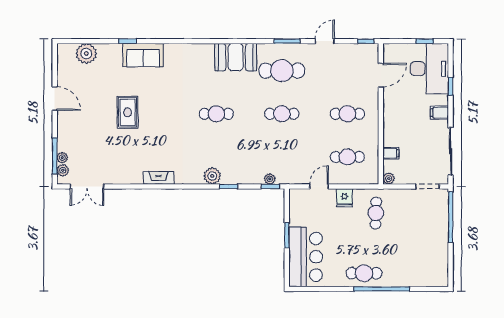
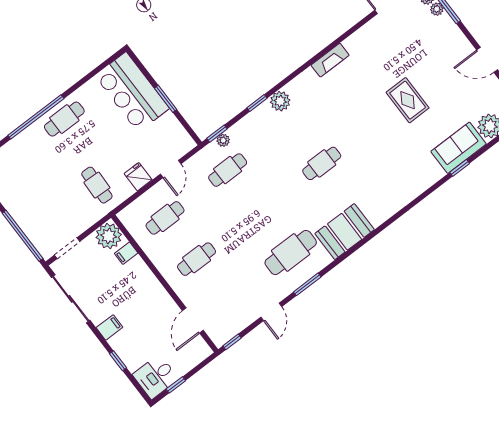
sofa: (143, 55) -> (459, 148), moved
desk: (429, 69) -> (156, 377), width x0.53, depth x0.77
cafe table: (282, 114) -> (228, 170), moved
plant: (389, 179) -> (109, 236), width x1.87, depth x1.87

